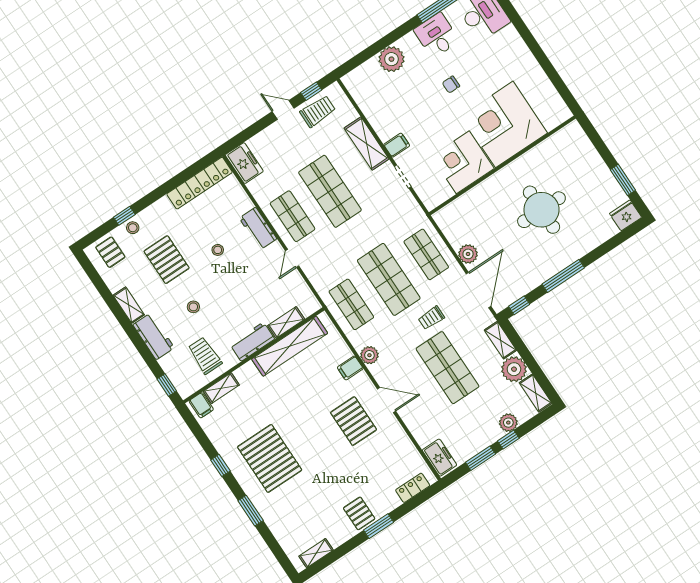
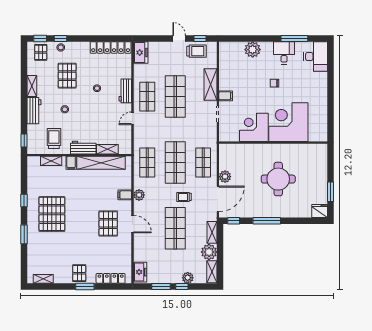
window: (97, 234) -> (40, 38), added
filing cabinet: (201, 405) -> (71, 163), moved
locker: (413, 488) -> (111, 278), width x1.53

